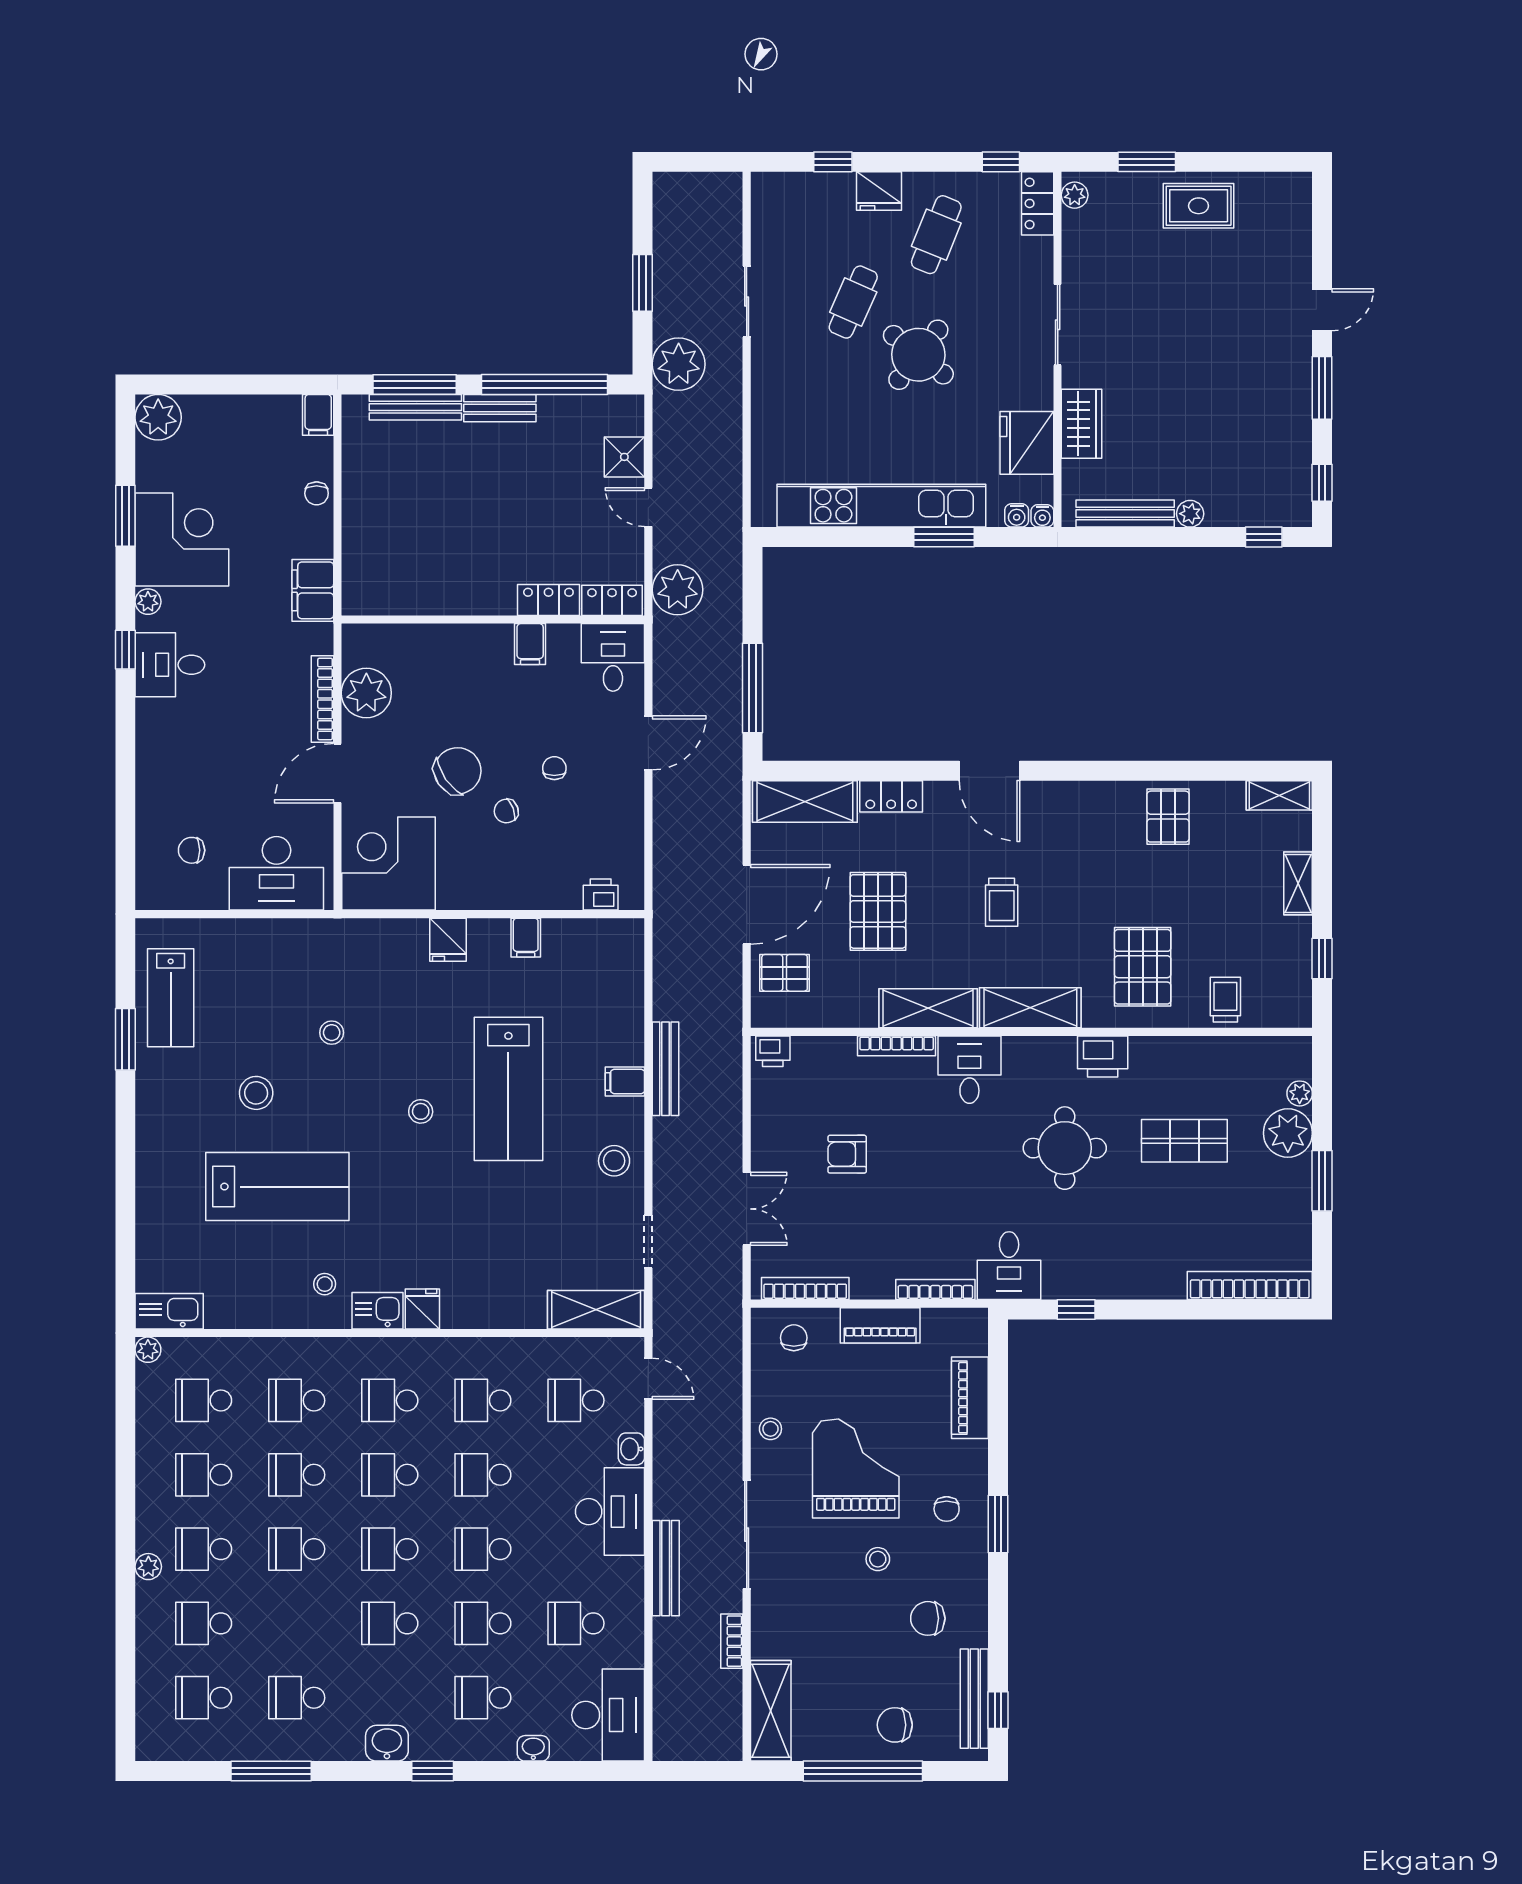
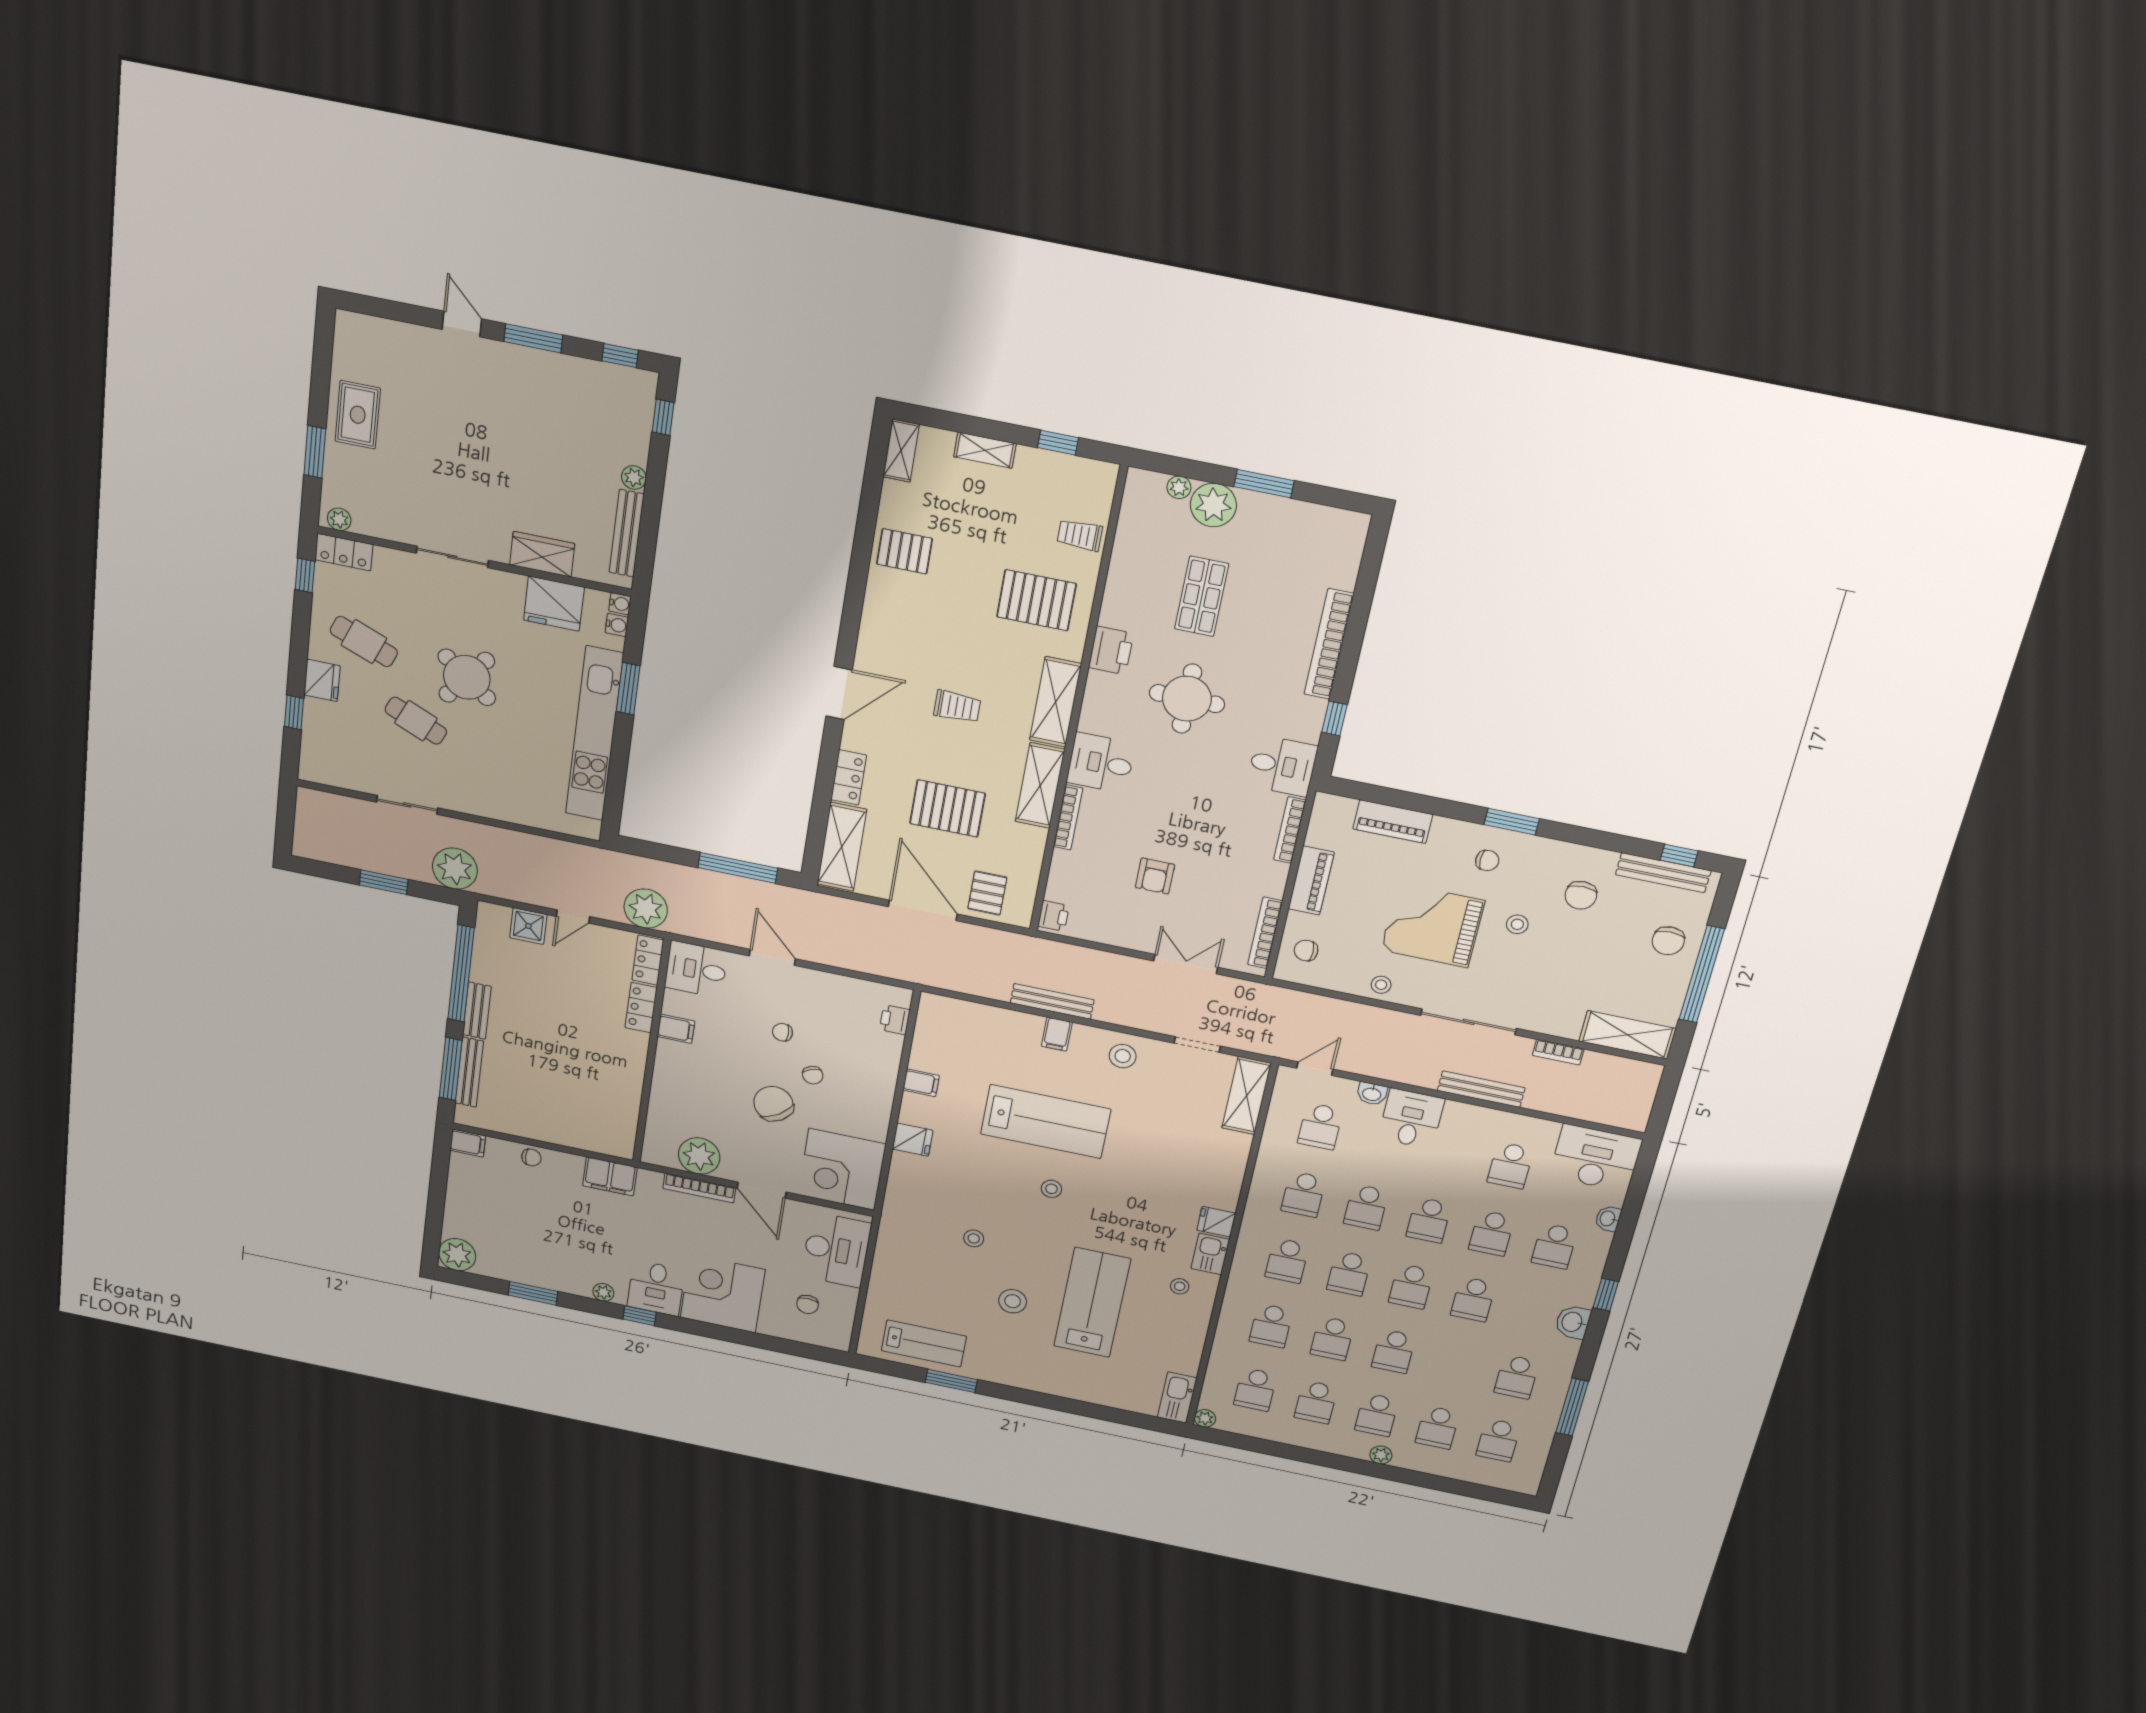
corner desk: (182, 539) -> (723, 1293), moved
bookcase: (1250, 1285) -> (1329, 644), moved
desk: (610, 1512) -> (1411, 1119), width x0.73

